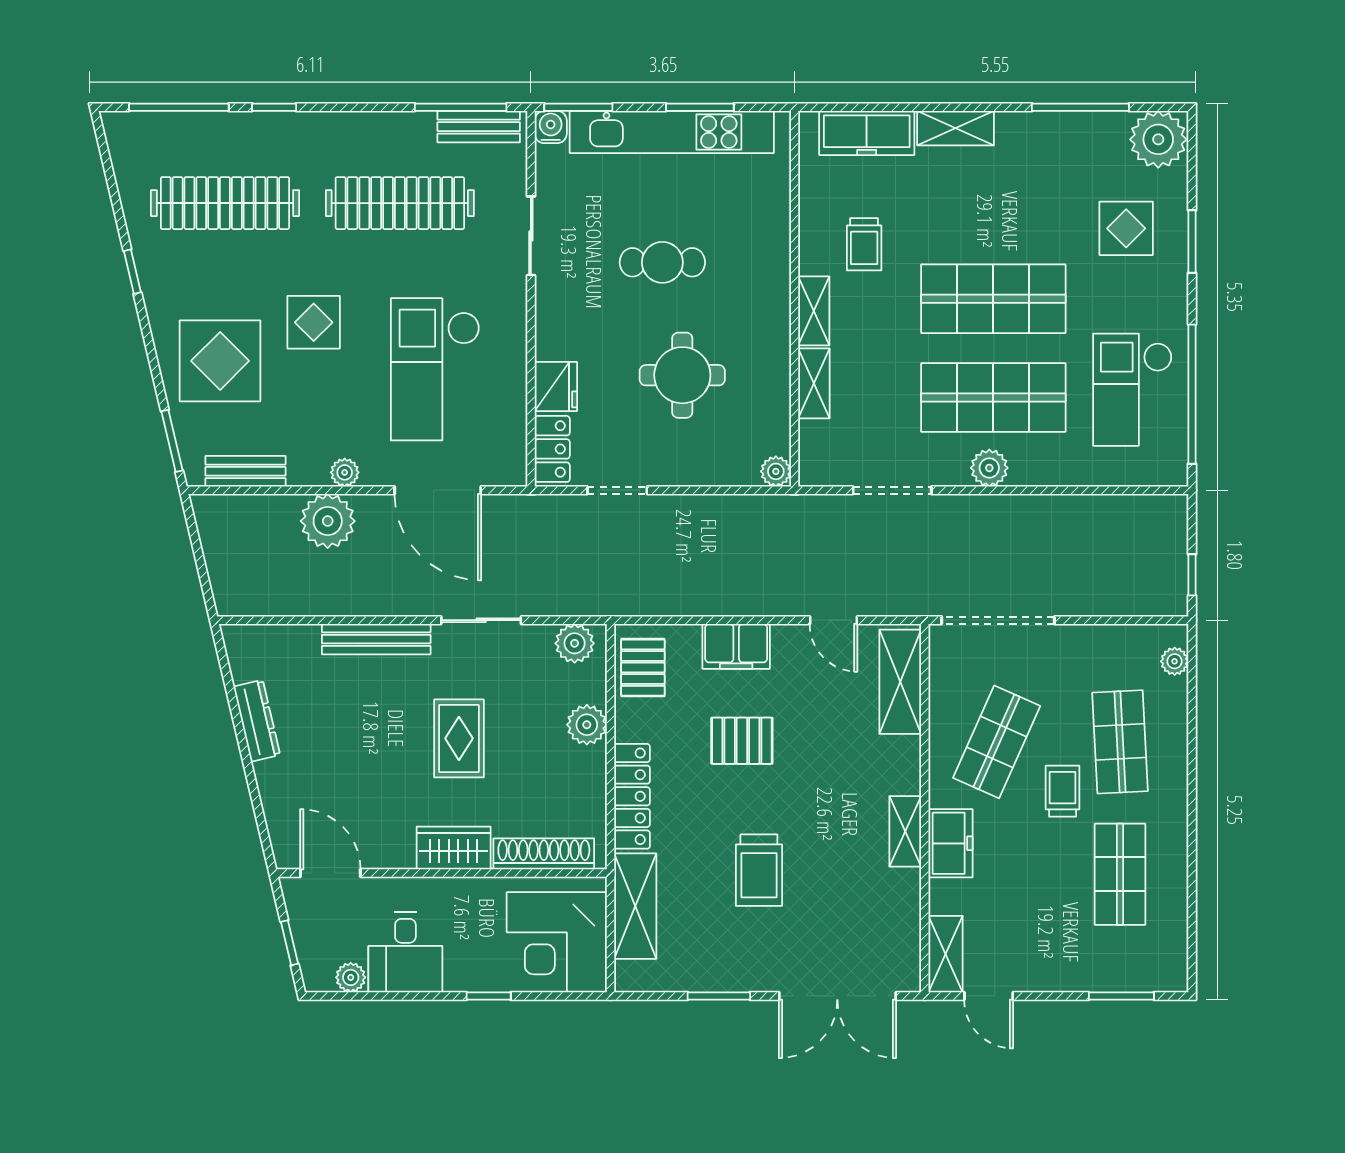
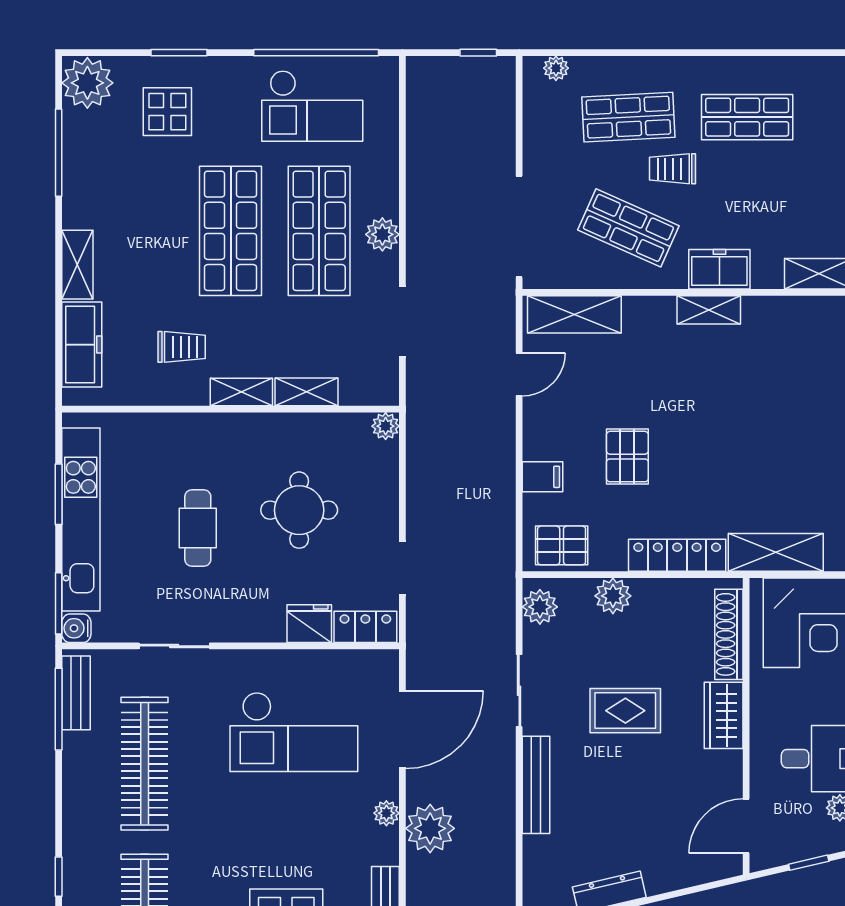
display table: (314, 322) -> (252, 841), removed
filing cabinet: (736, 646) -> (543, 477), width x0.50
trolley: (759, 870) -> (744, 441), removed

